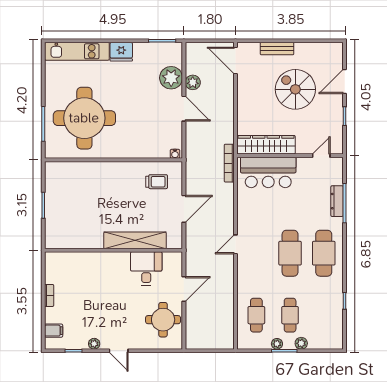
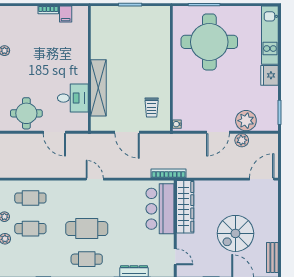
bench: (277, 49) -> (272, 257), moved
spiral stairs: (295, 89) -> (235, 233), turned 180
cafe table: (324, 253) -> (87, 259), width x0.73, depth x0.74
filing cabinet: (54, 331) -> (66, 14), moved

